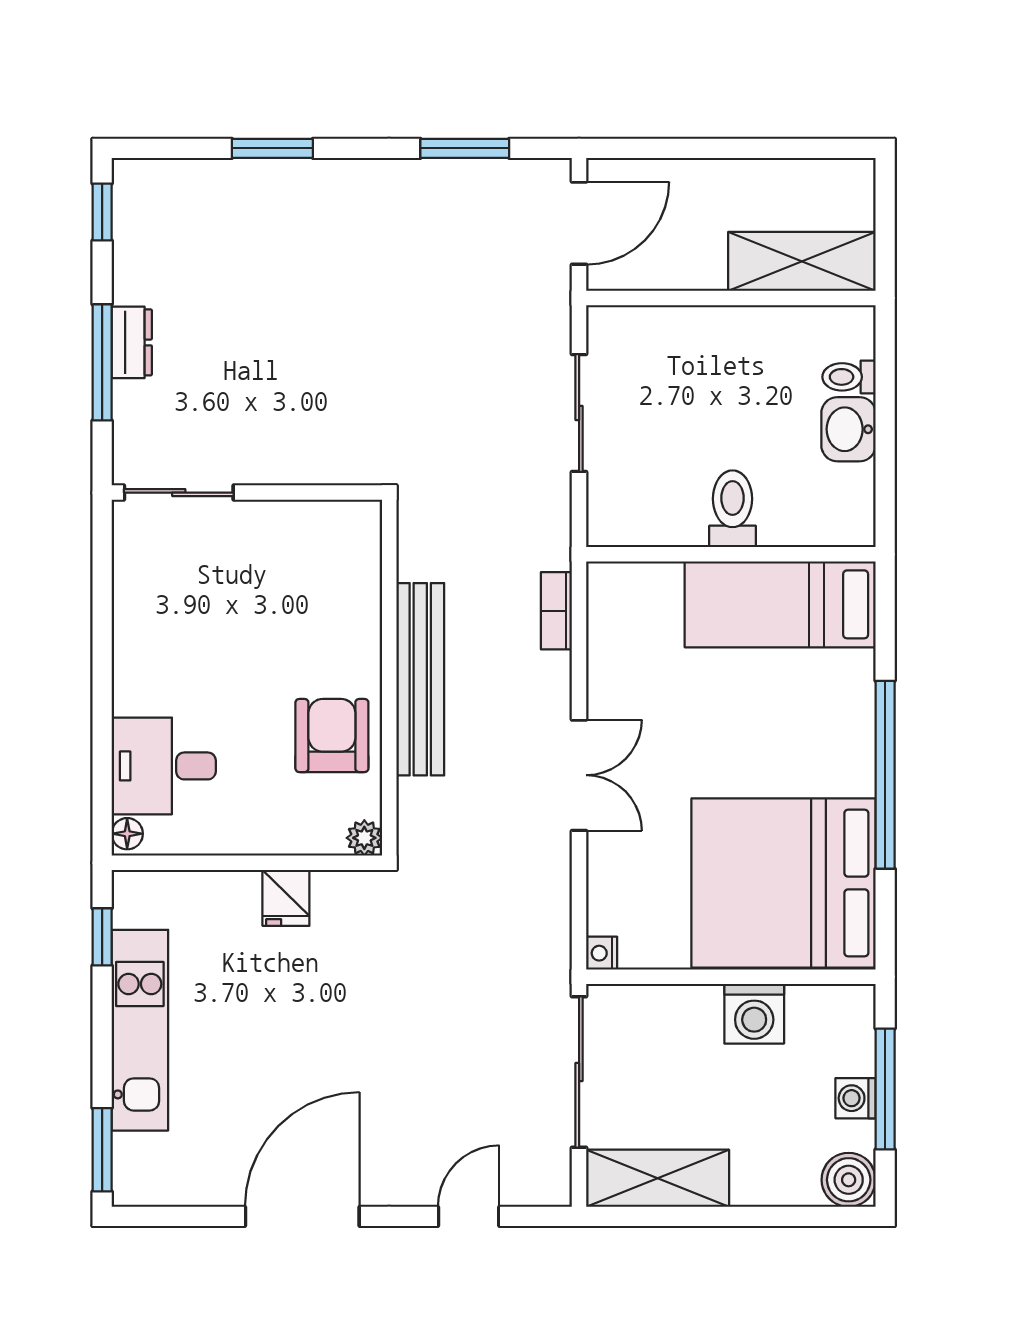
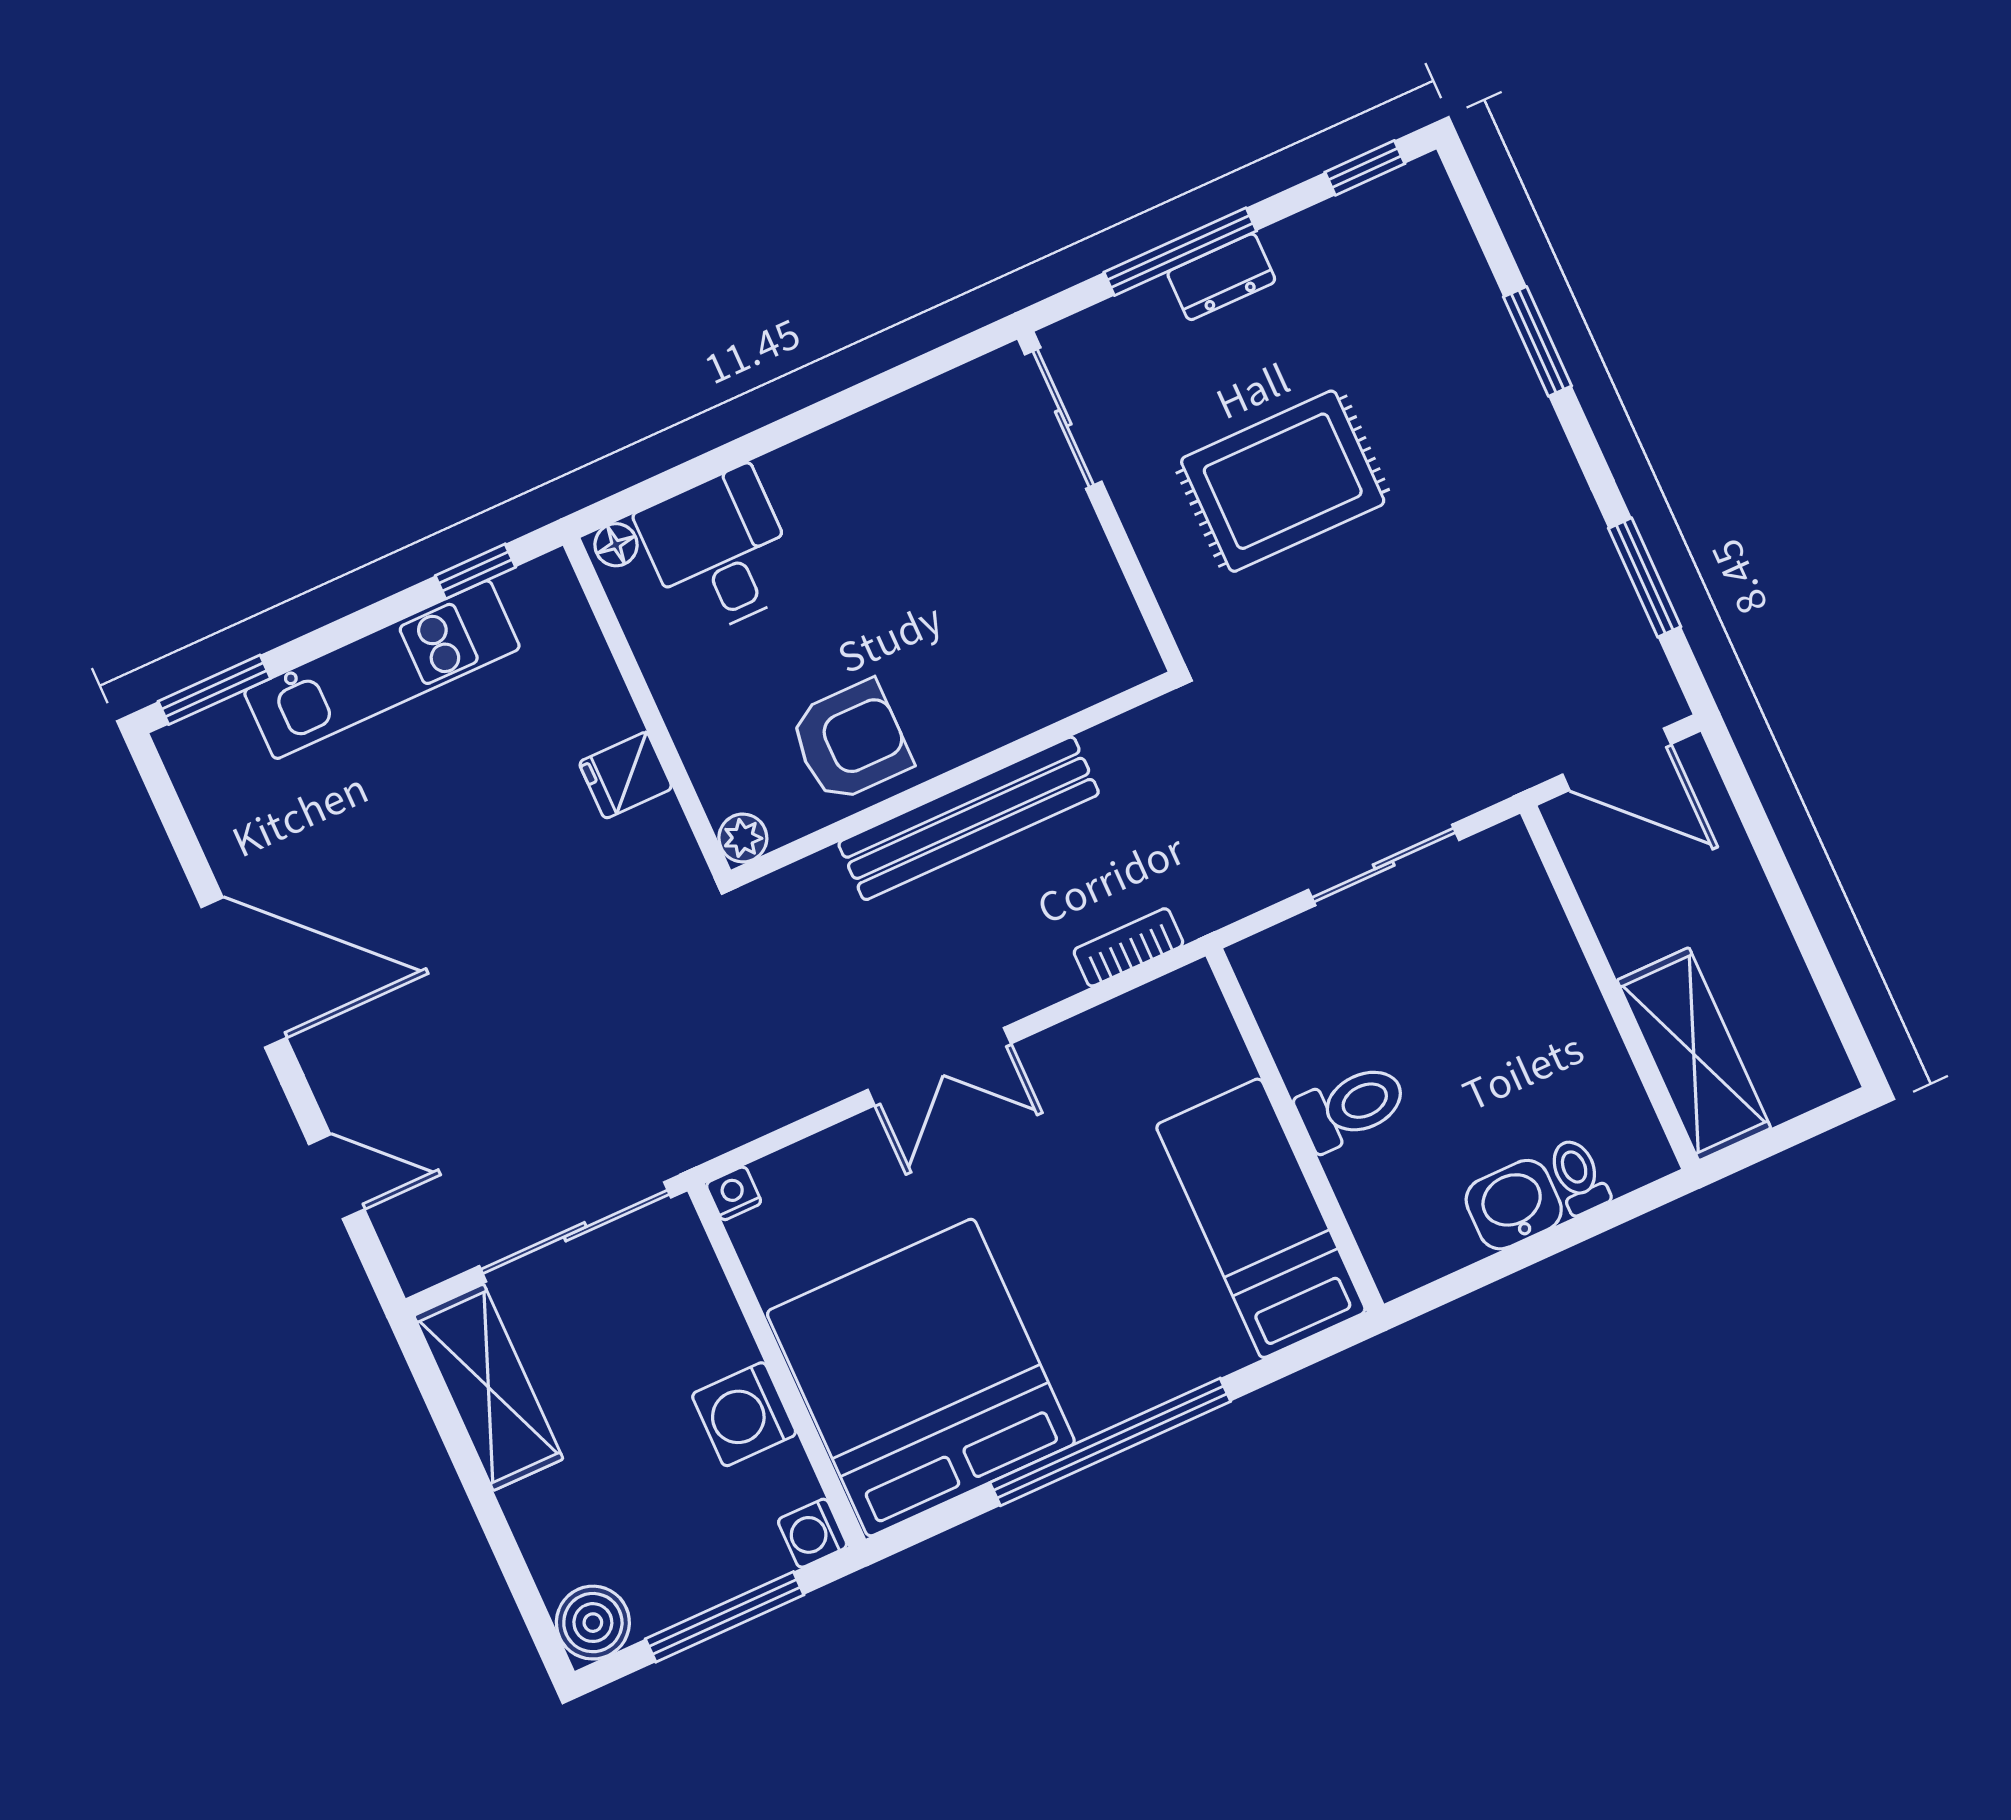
rug: (289, 364) -> (1283, 481), added
washing machine: (856, 1098) -> (813, 1533), moved, turned -90

